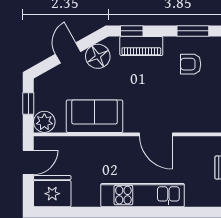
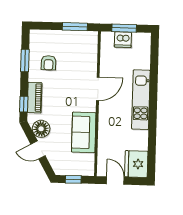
plant: (44, 122) -> (87, 168), removed

